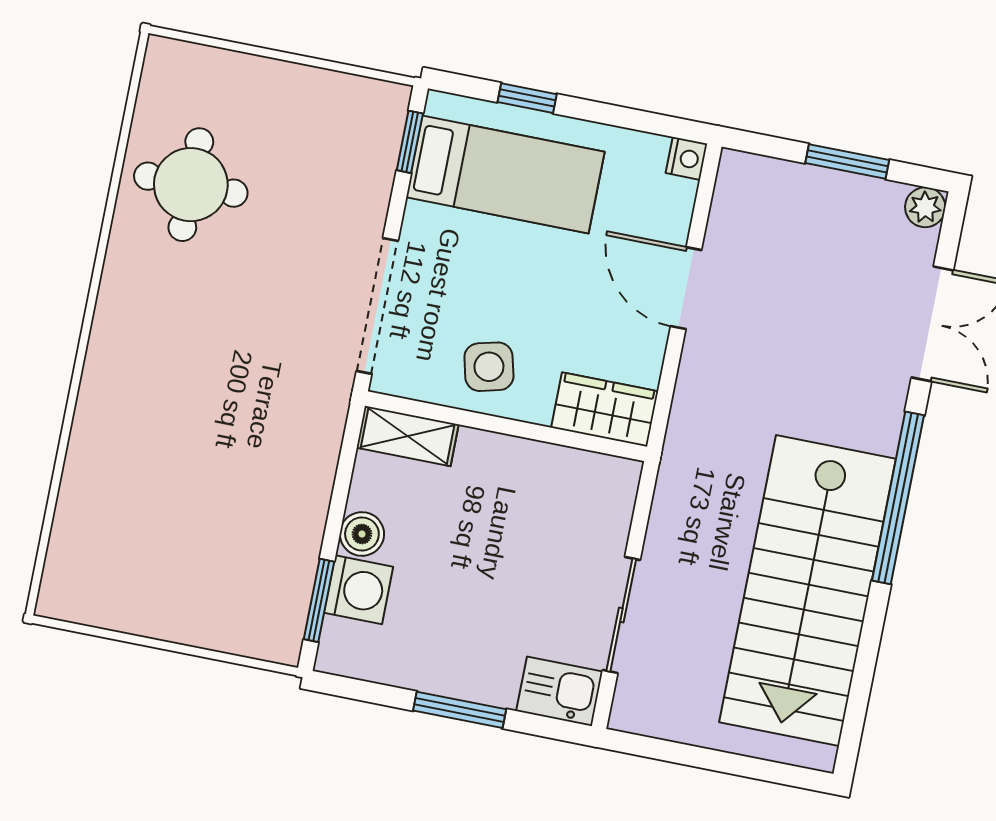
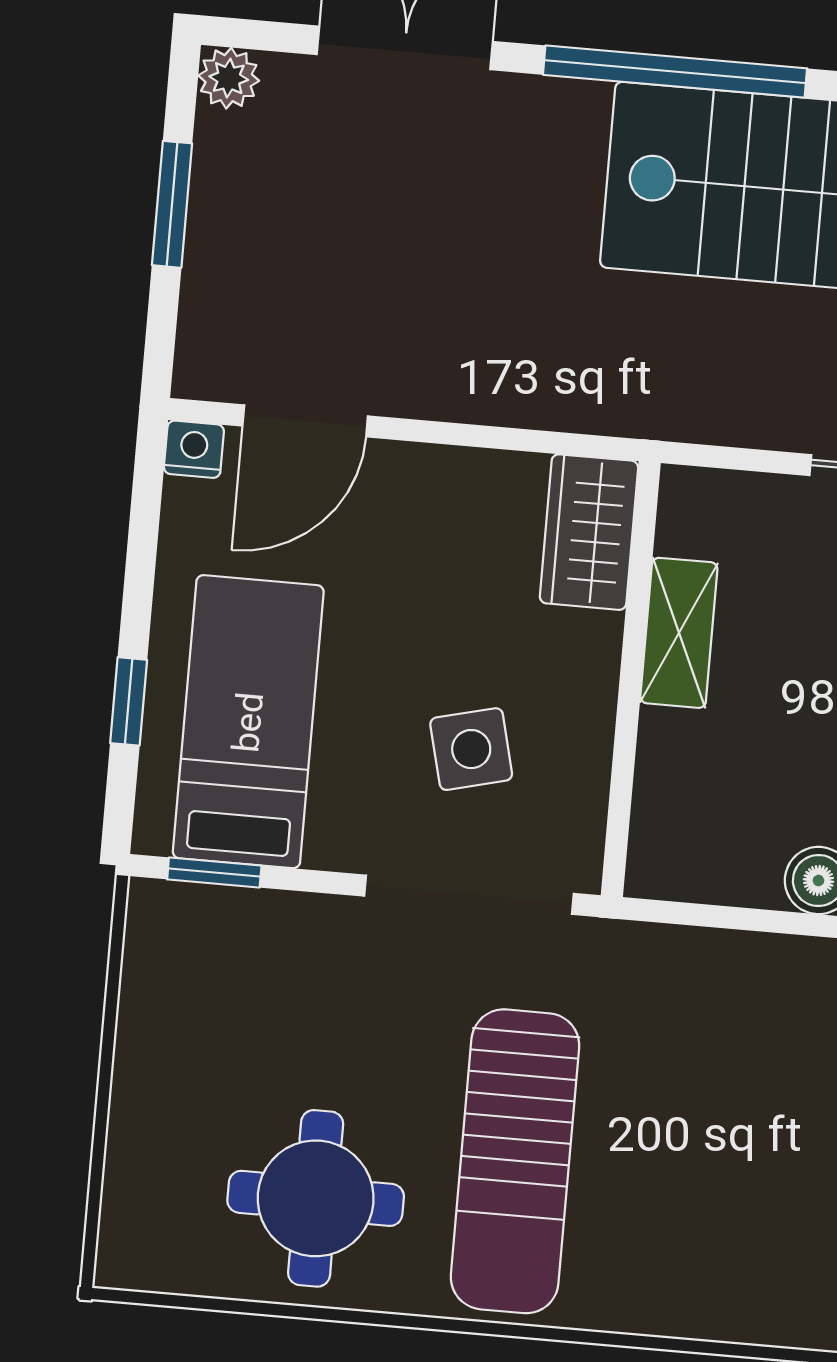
door: (686, 288) -> (305, 421), moved
sun lounger: (201, 317) -> (515, 1161), added
side table: (489, 367) -> (471, 749), moved
shelving: (408, 436) -> (679, 633), moved

